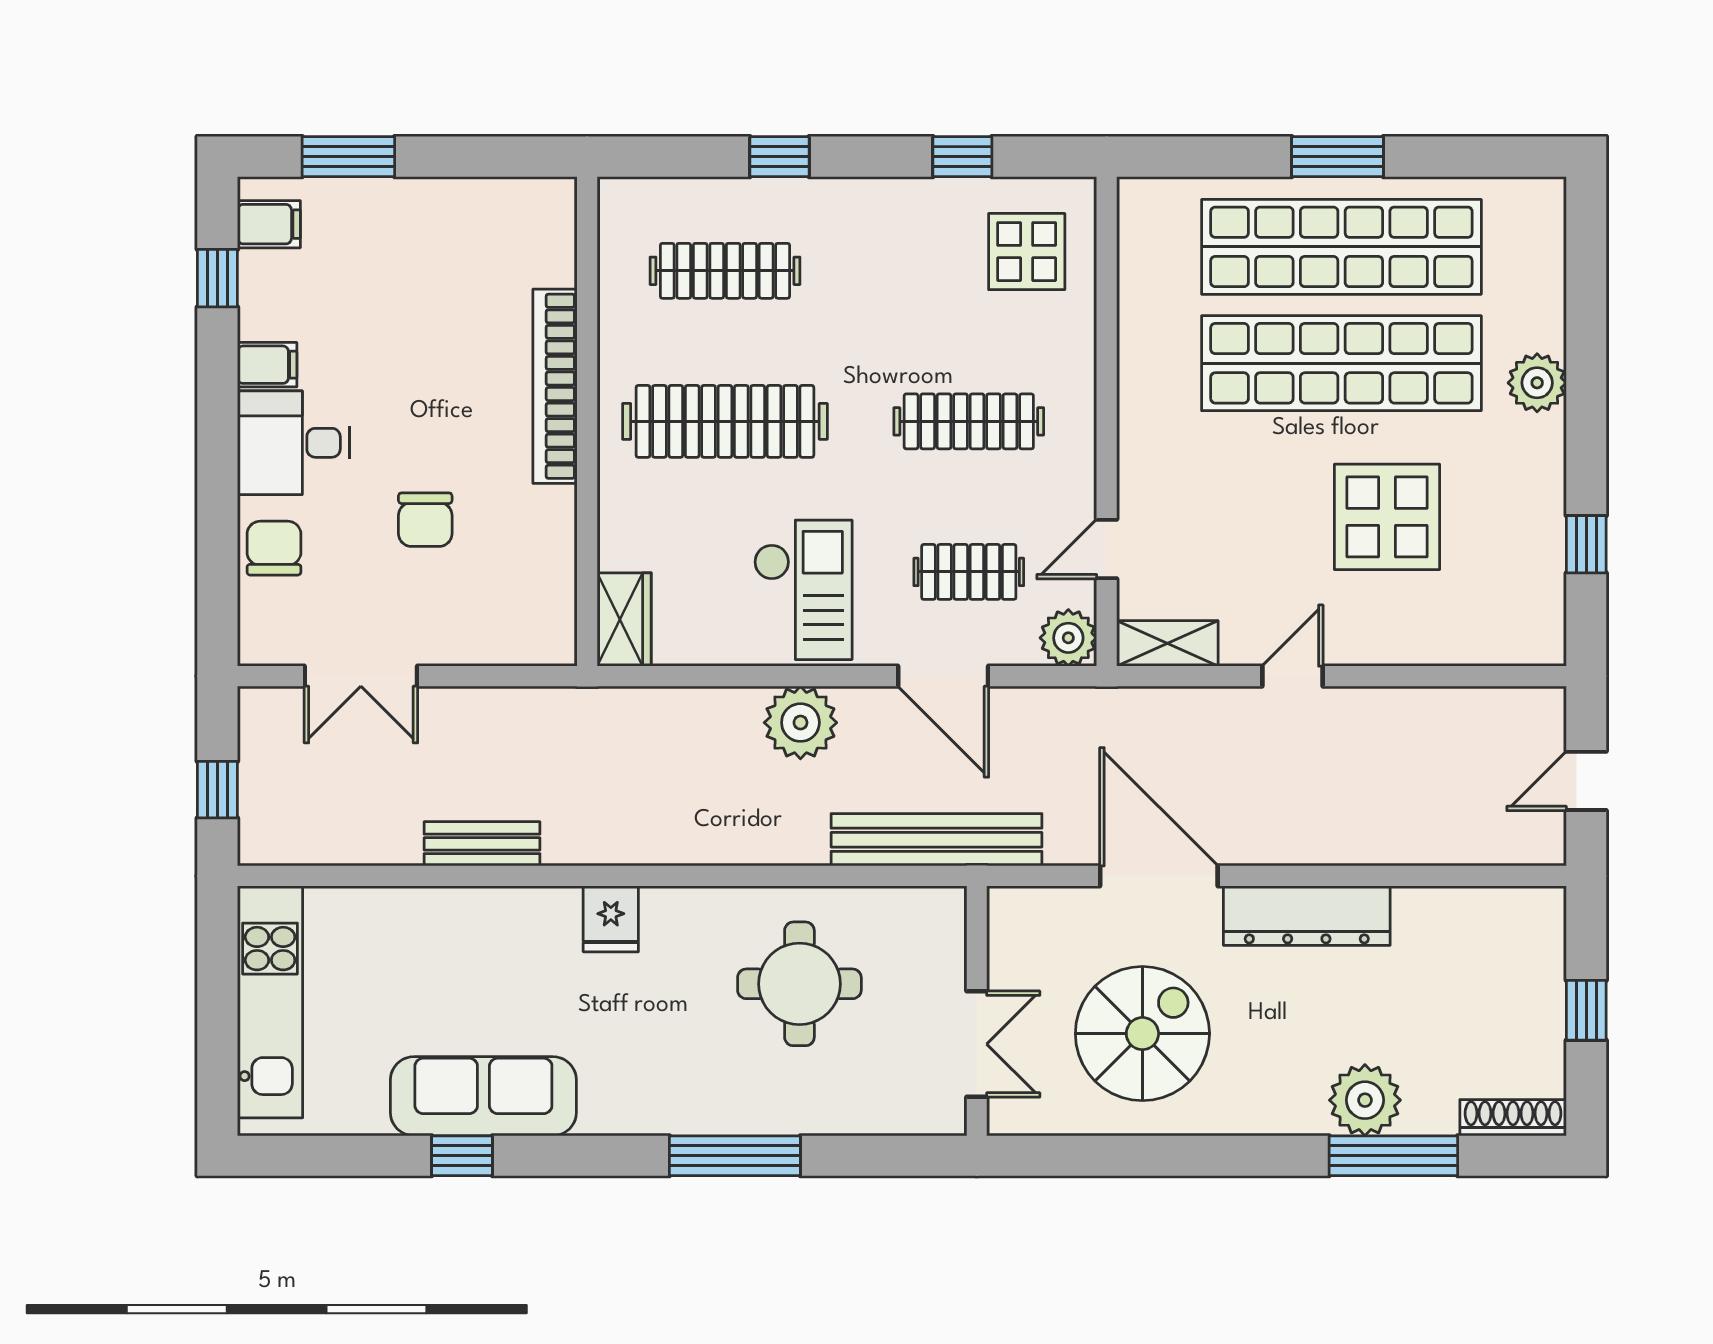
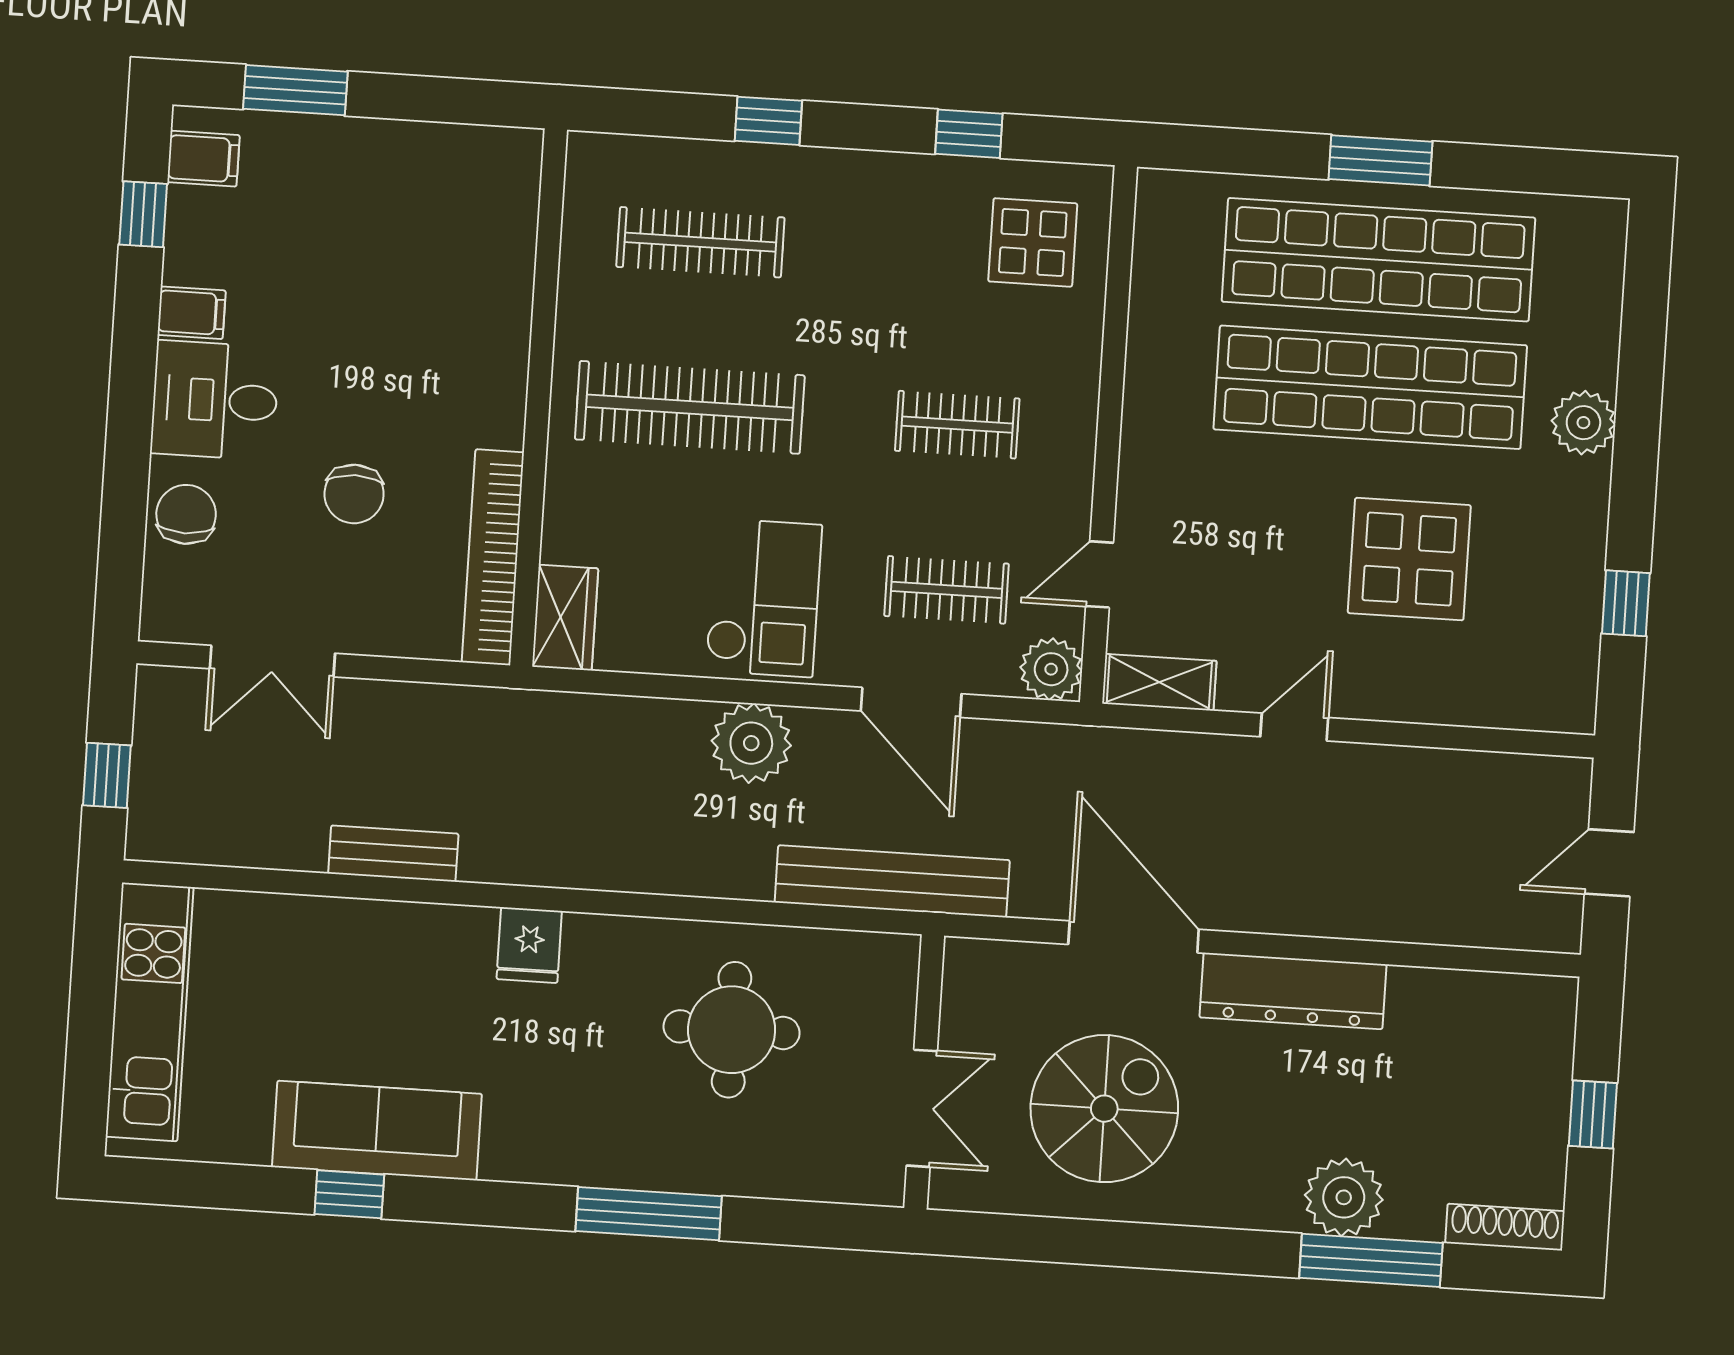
bookcase: (555, 386) -> (493, 557), moved
clothes rail: (969, 421) -> (957, 425), width x0.73

